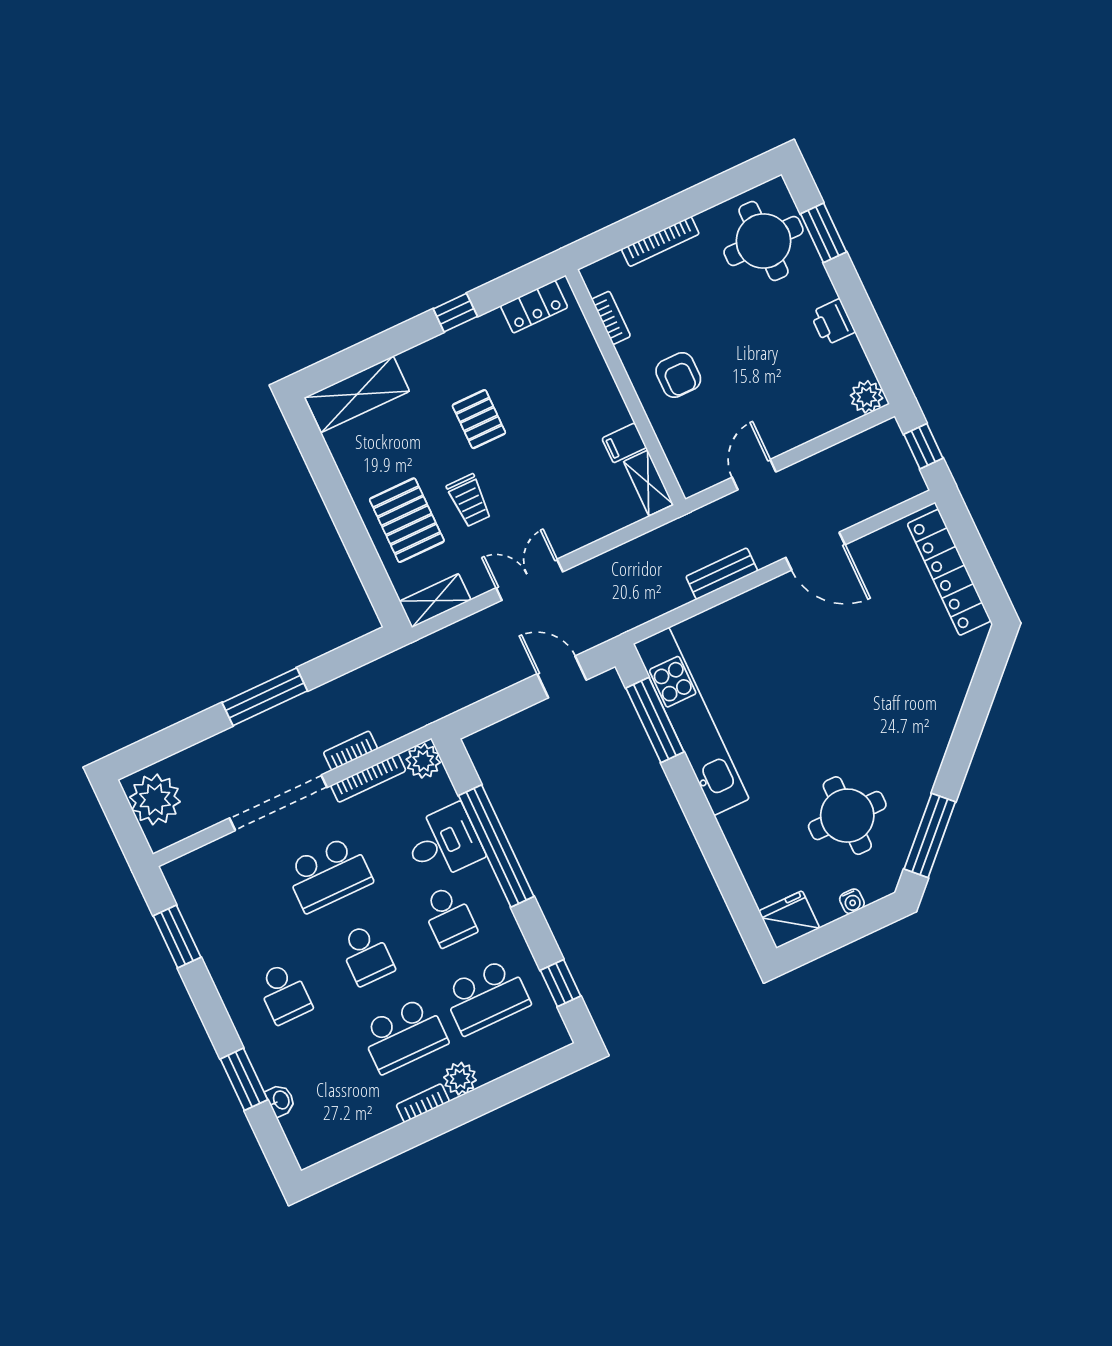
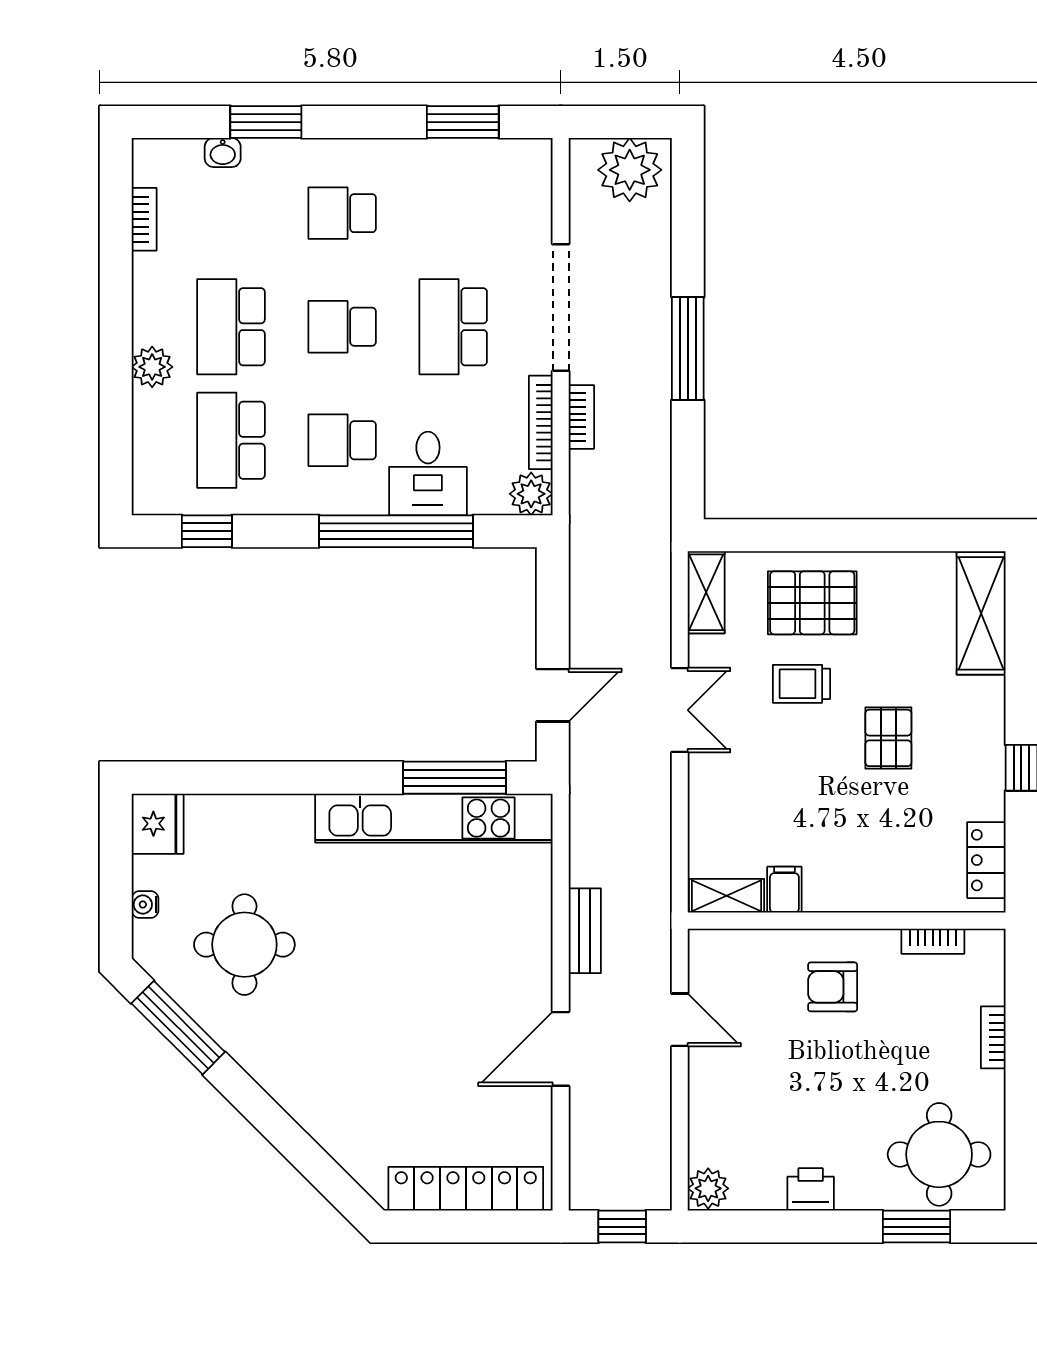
bookcase: (660, 242) -> (993, 1037), width x0.64
pallet: (479, 419) -> (888, 738), turned 90
bookcase: (423, 1103) -> (144, 219), moved

